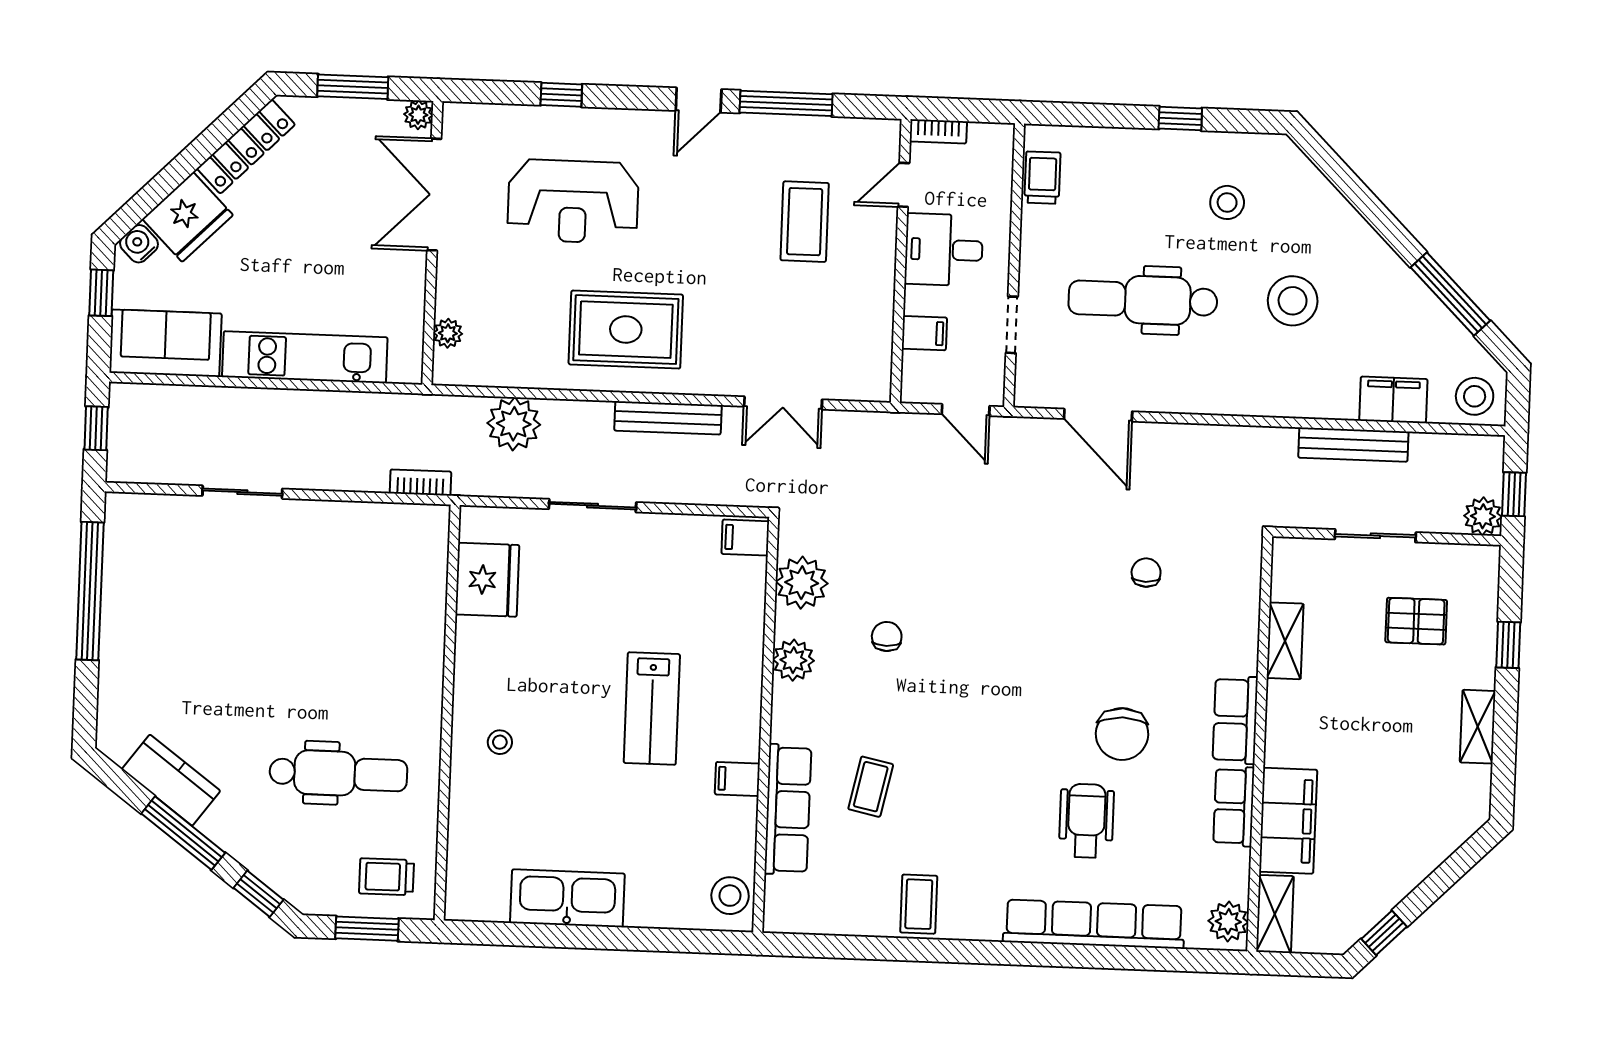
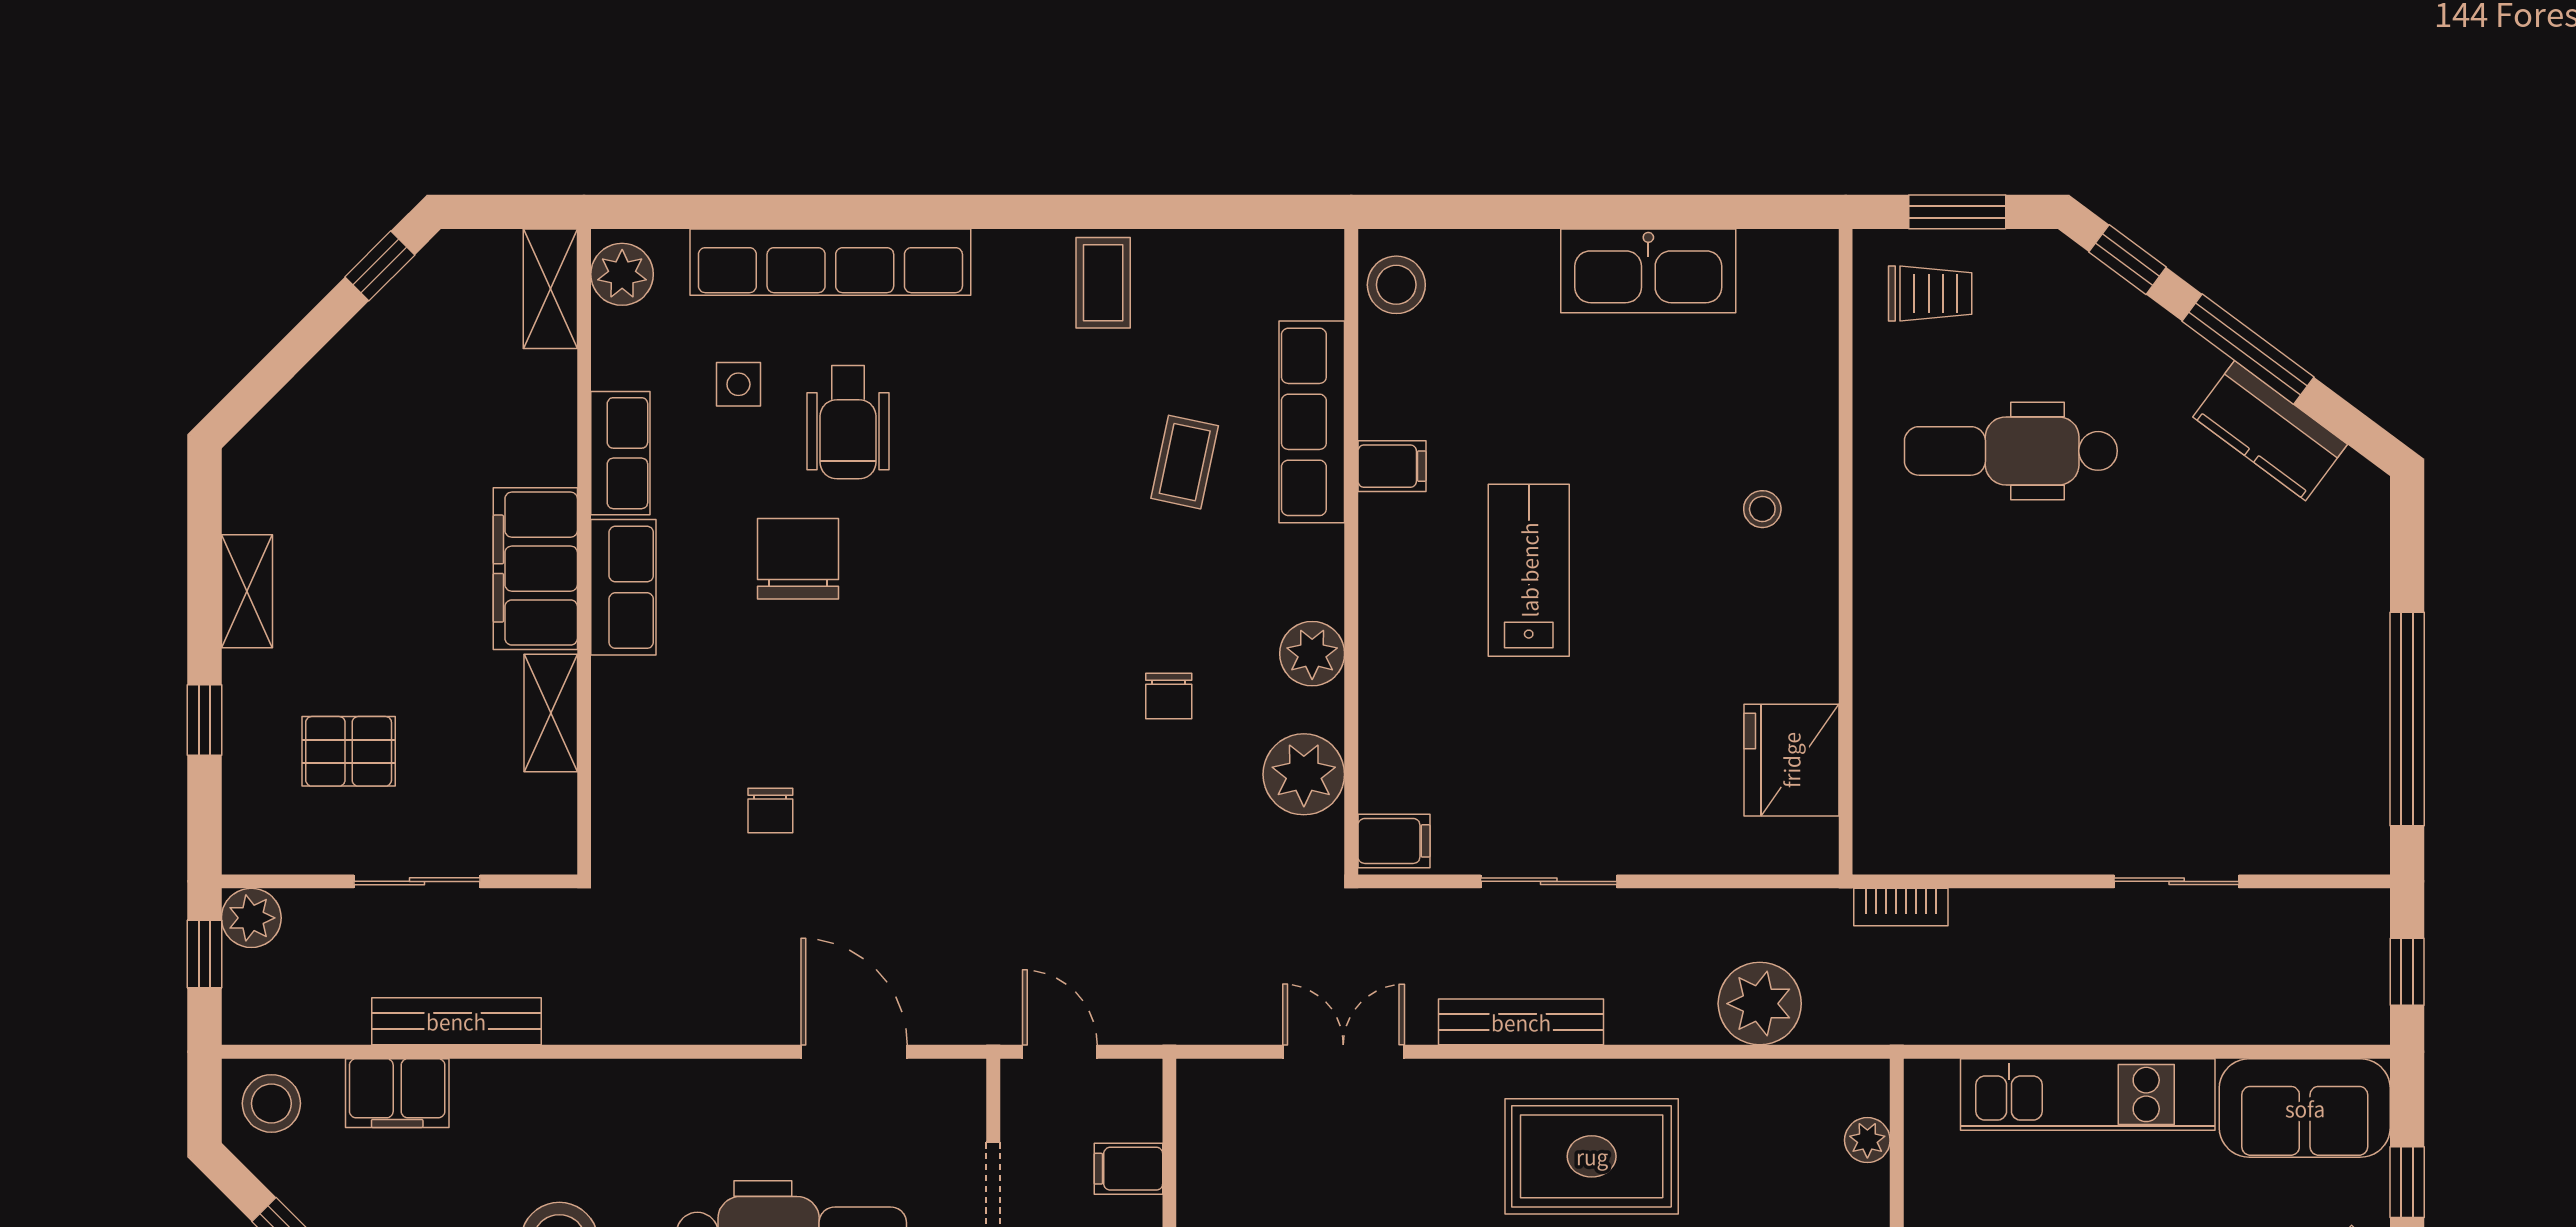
sliding door: (592, 506) -> (1549, 881), moved
filing cabinet: (1288, 821) -> (535, 569), moved
side table: (1156, 848) -> (738, 384), added

